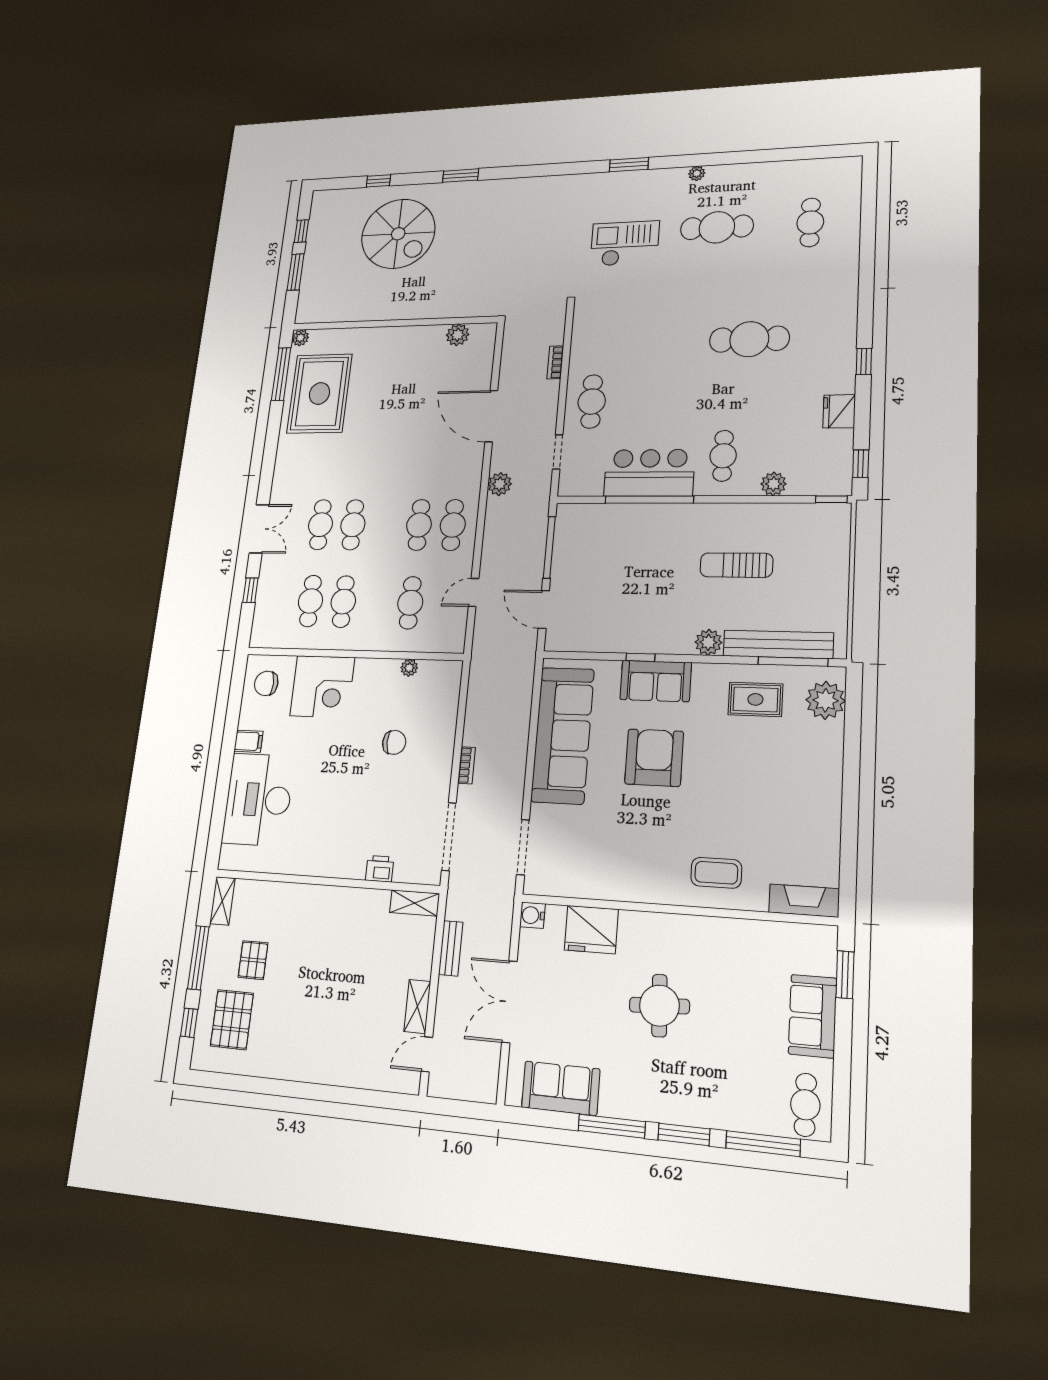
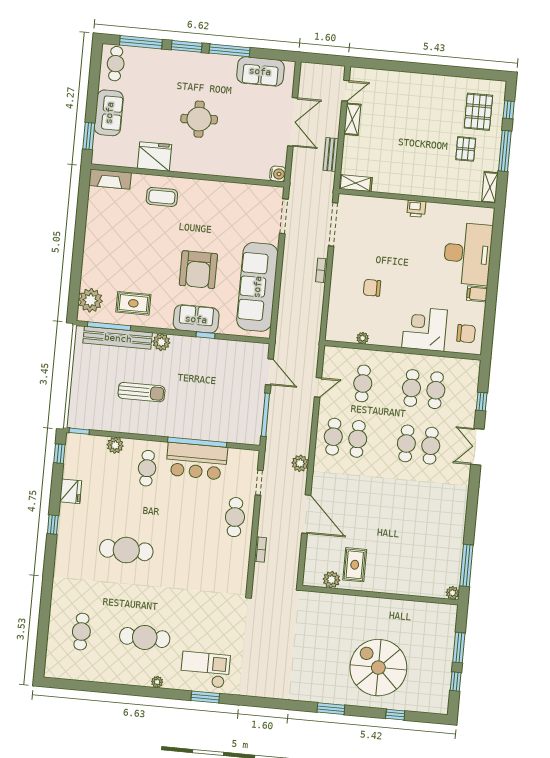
checkout: (625, 244) -> (205, 670), moved, turned 180
rug: (319, 393) -> (355, 565), moved, width x0.54, depth x0.49
printer: (380, 869) -> (416, 209), moved
fridge: (591, 930) -> (154, 156), moved

